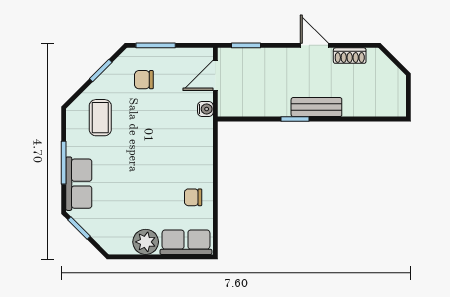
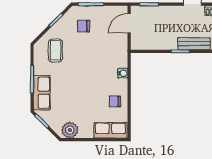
water cooler: (205, 109) -> (123, 73), moved
plant: (146, 242) -> (70, 130), moved

